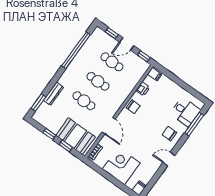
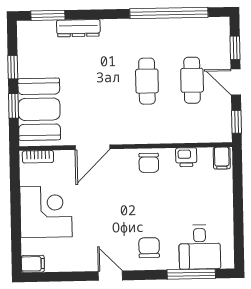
cafe table: (84, 101) -> (102, 82), removed

